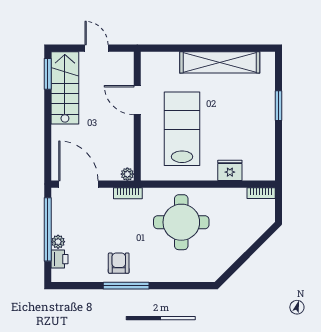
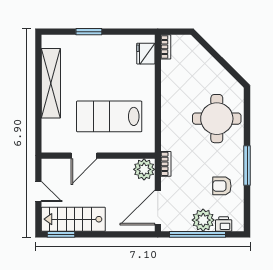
door: (97, 48) -> (38, 191), swing flipped
fridge: (230, 170) -> (146, 54), moved
plant: (127, 174) -> (144, 169), width x1.88, depth x1.88
round table: (181, 222) -> (217, 119), moved
plant: (58, 242) -> (203, 220), width x1.88, depth x1.88
armchair: (119, 263) -> (222, 186), moved

